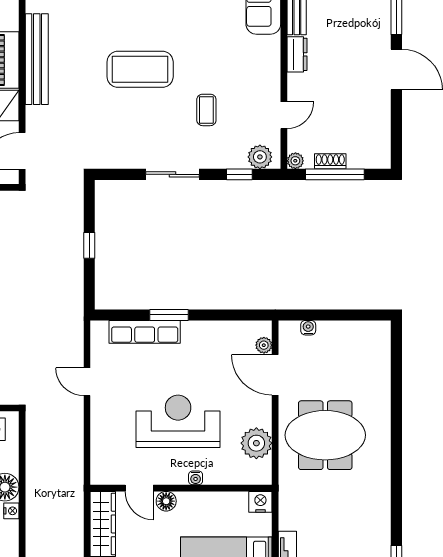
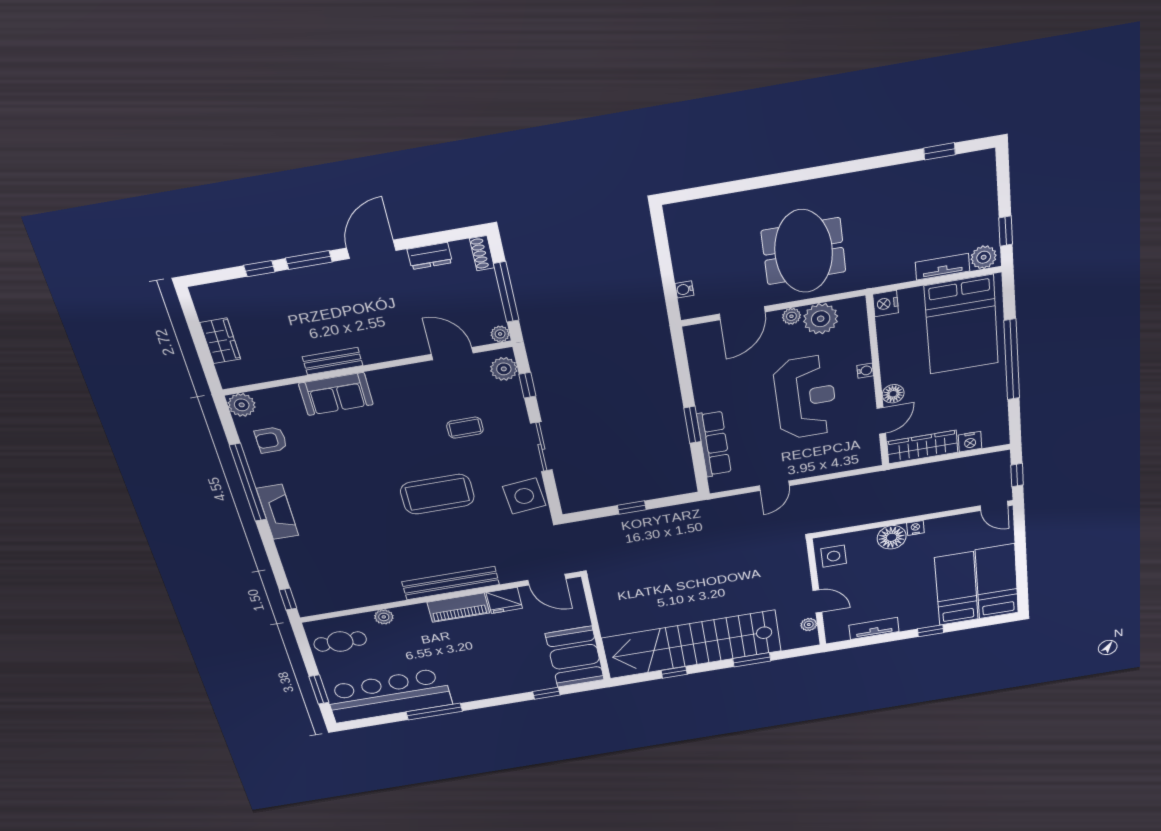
dresser: (297, 54) -> (430, 256), moved, turned 180
coffee table: (140, 69) -> (437, 494), turned 90
door: (284, 115) -> (452, 354), width x1.38
side table: (122, 148) -> (524, 496), added
shoe rack: (330, 161) -> (482, 253), moved
plant: (264, 345) -> (791, 316), moved
reception desk: (178, 421) -> (806, 397), turned 180

